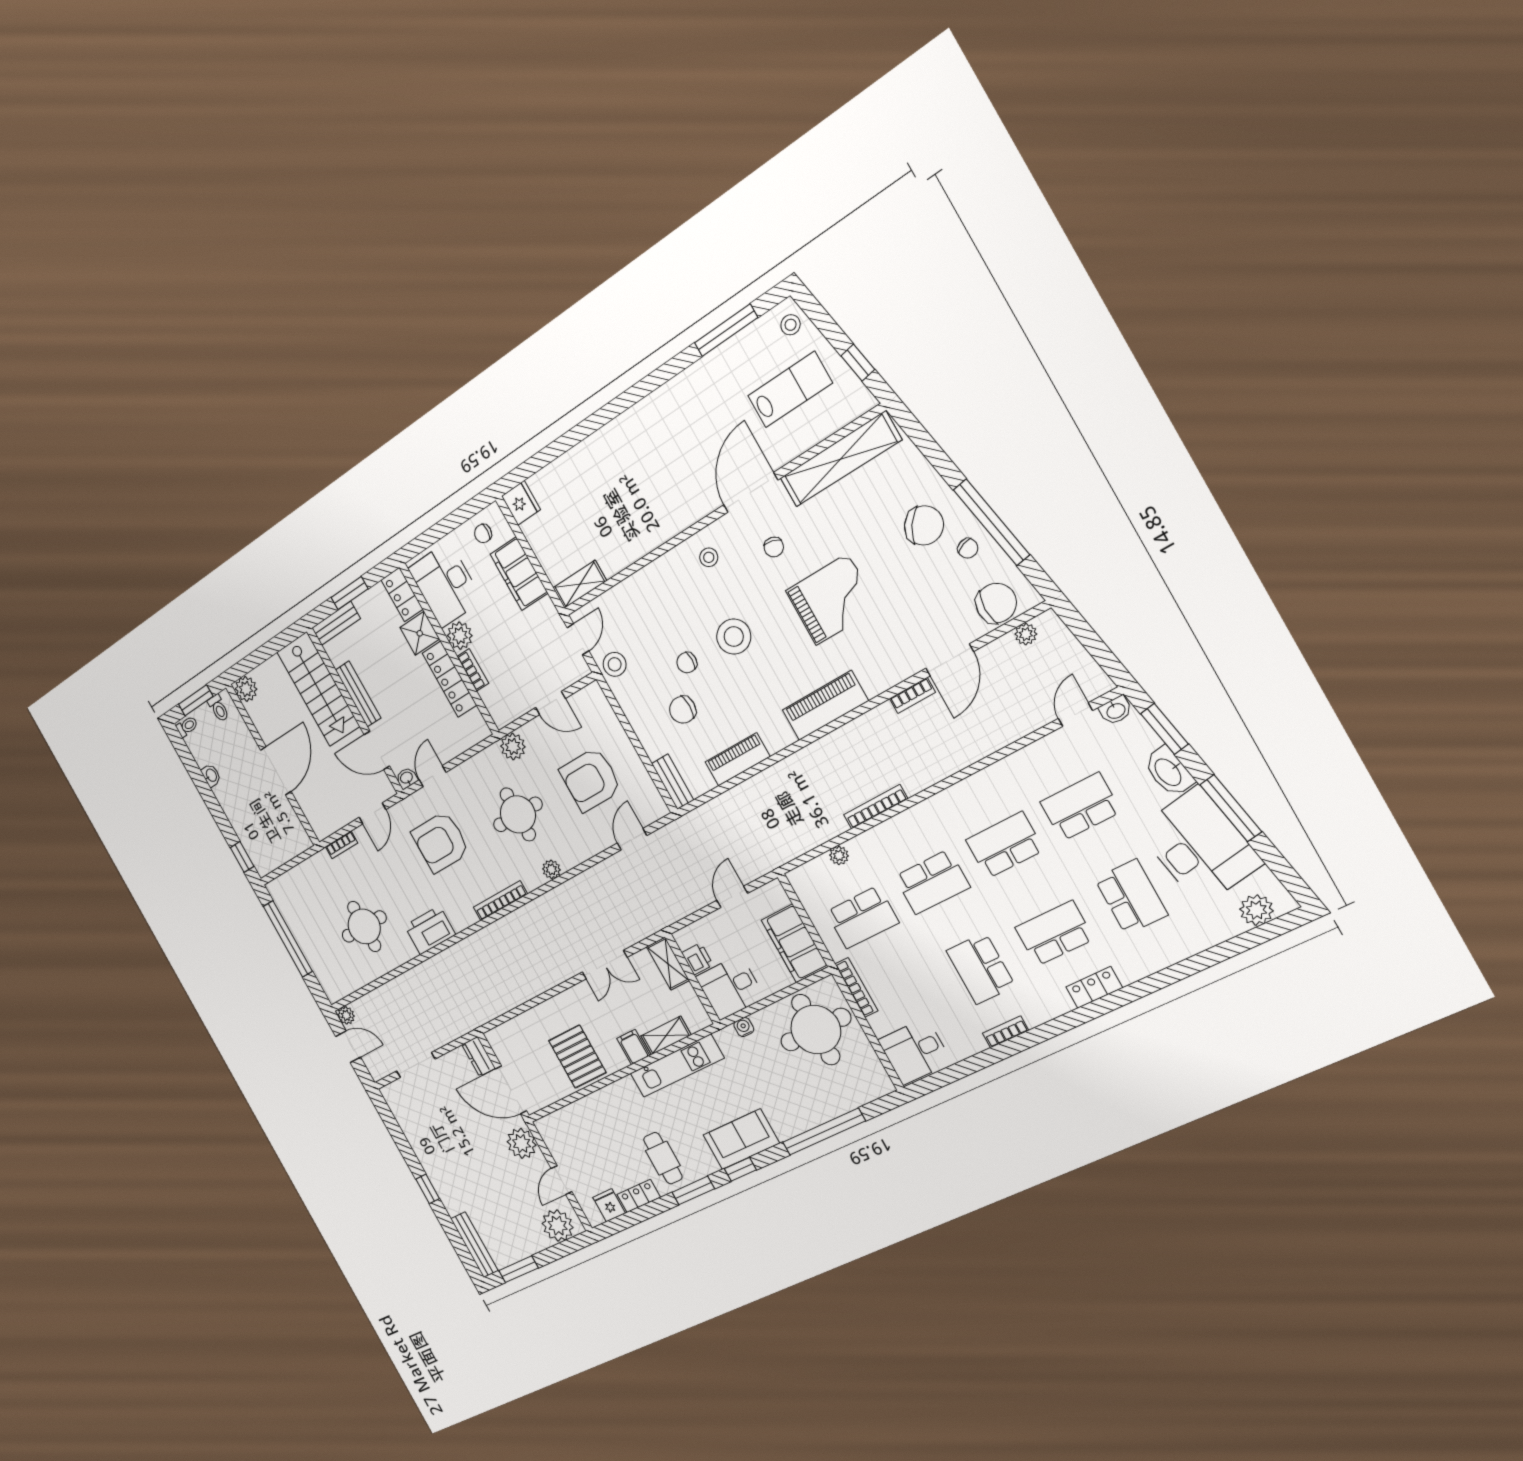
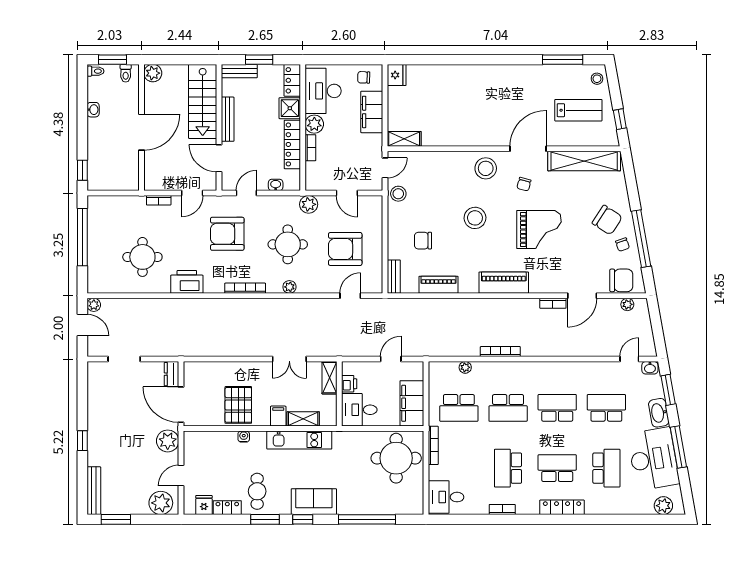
stool: (709, 557) -> (486, 168), width x1.89, depth x1.89
chair: (687, 663) -> (440, 217), removed
washbasin: (407, 778) -> (276, 185), moved
locker: (1094, 987) -> (562, 507), width x1.53
water cooler: (744, 1027) -> (244, 437), moved

